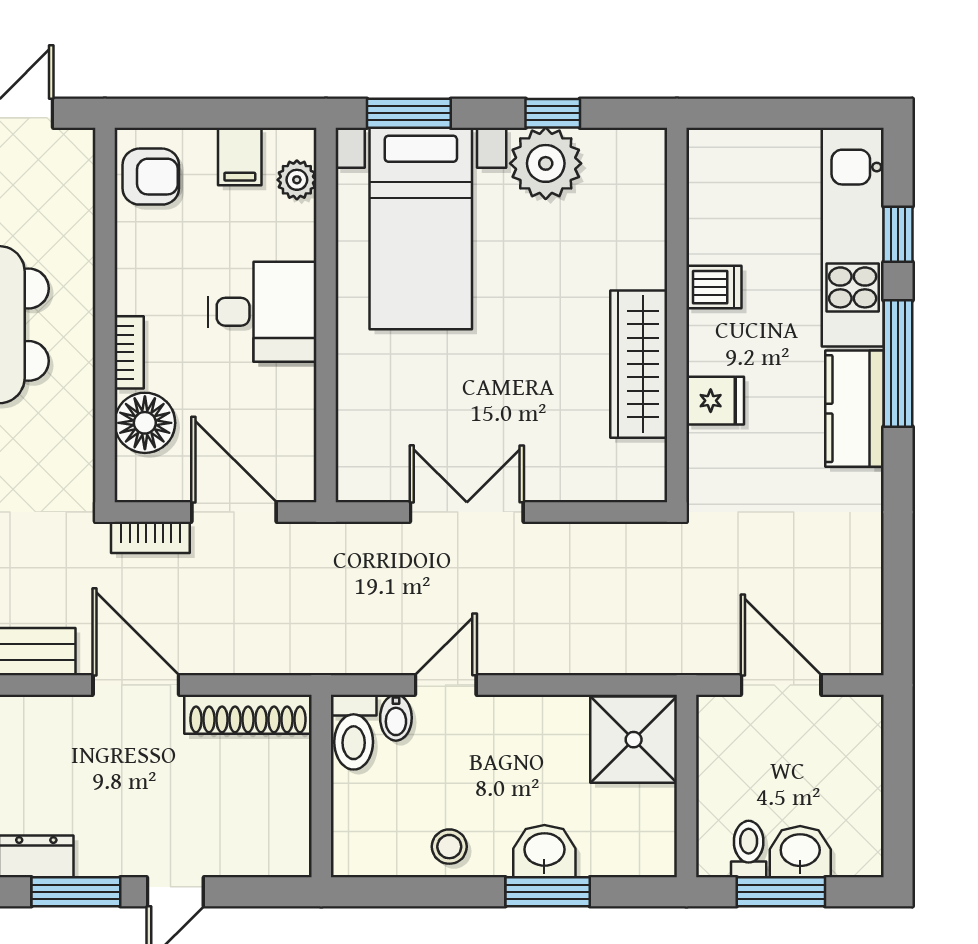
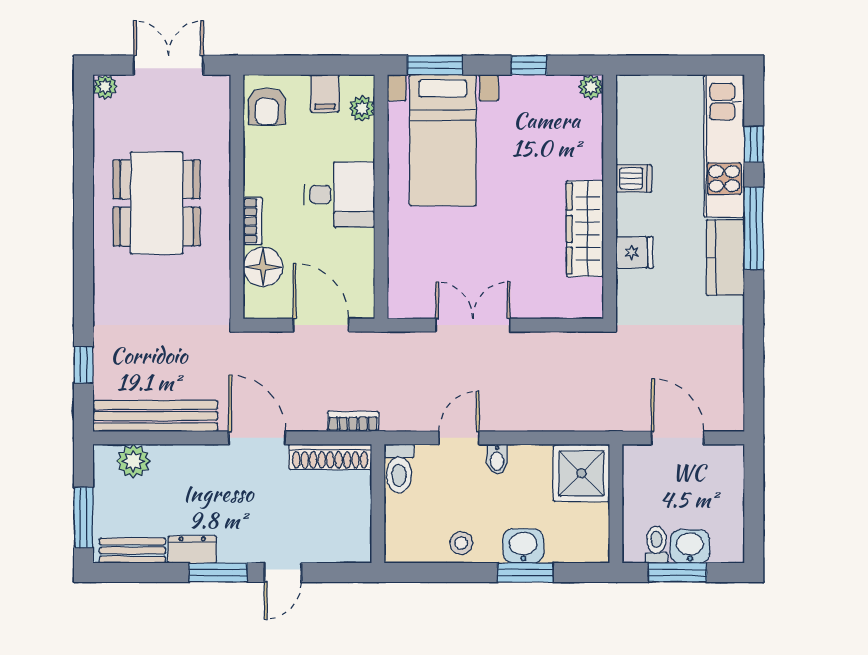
plant: (546, 163) -> (591, 87), moved, width x0.53, depth x0.53
armchair: (151, 177) -> (267, 106), turned 90
bookcase: (150, 537) -> (353, 421), moved, turned 180
bidet: (396, 718) -> (497, 459), moved

